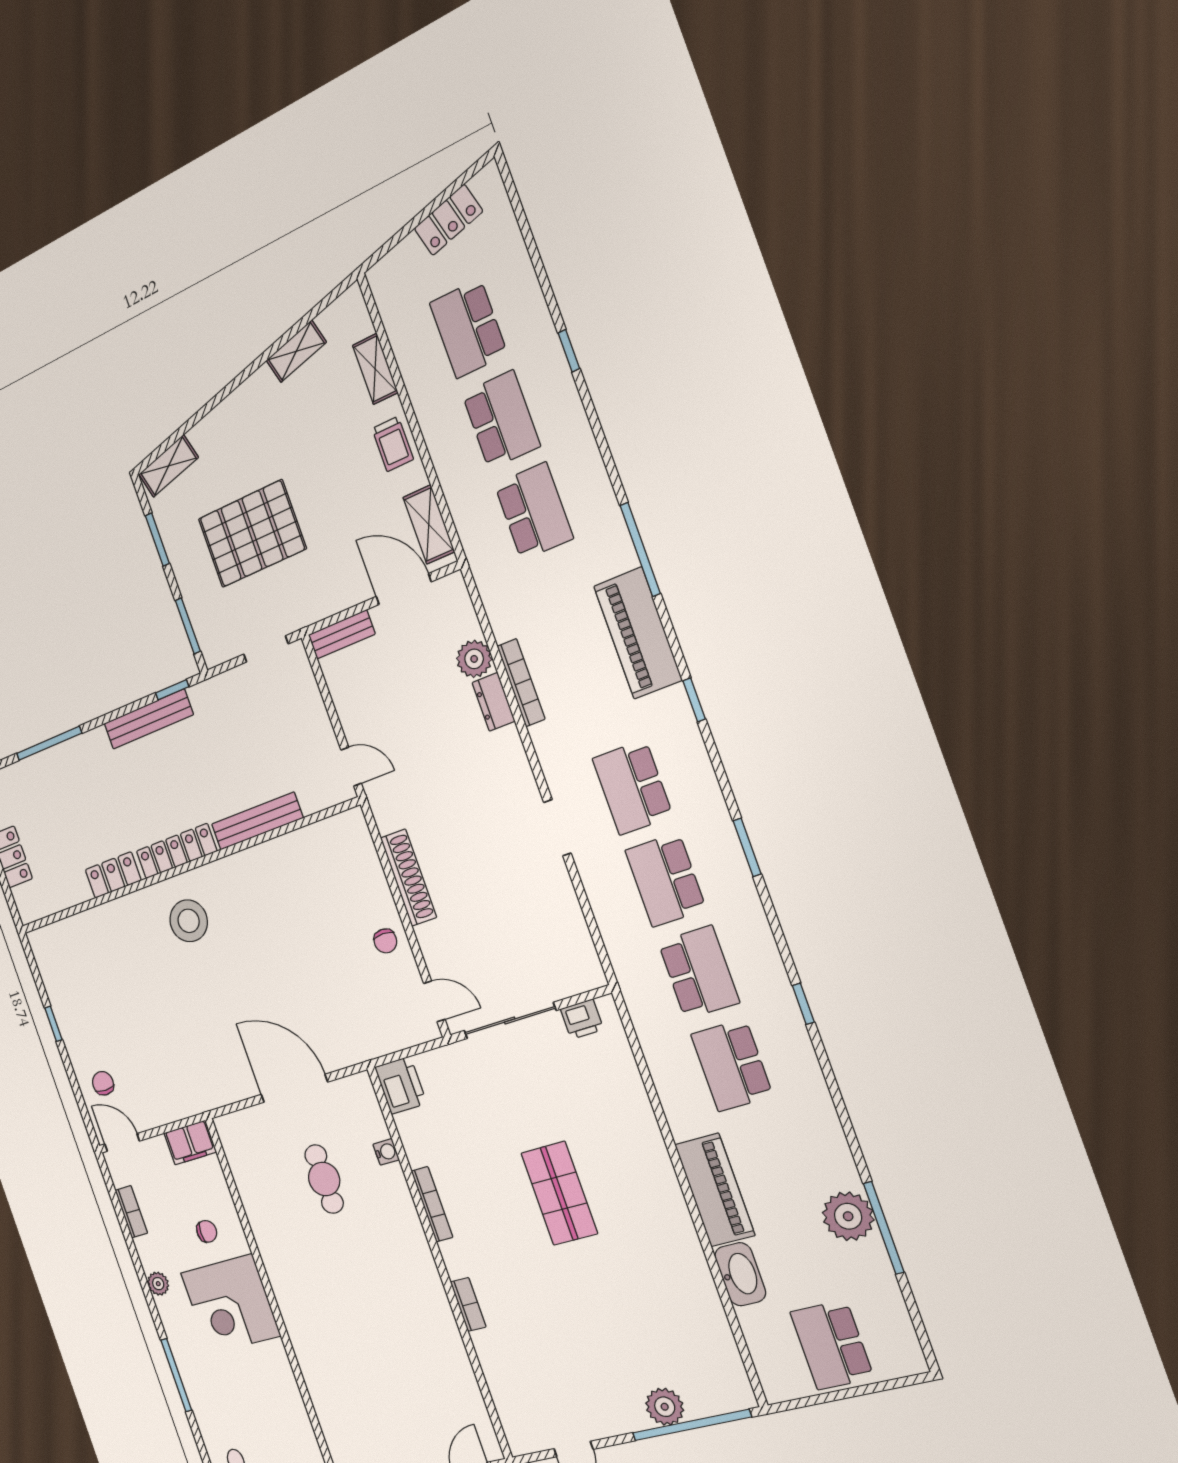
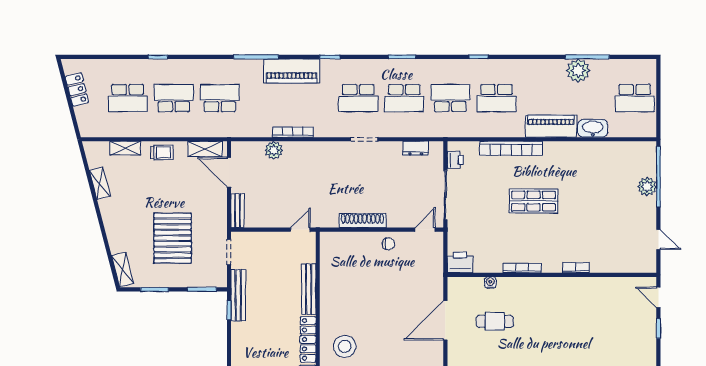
door: (404, 589) -> (229, 172), hinge flipped
dresser: (494, 702) -> (416, 148), moved
bench: (148, 719) -> (238, 295), moved
bookcase: (643, 1122) -> (511, 148), added

